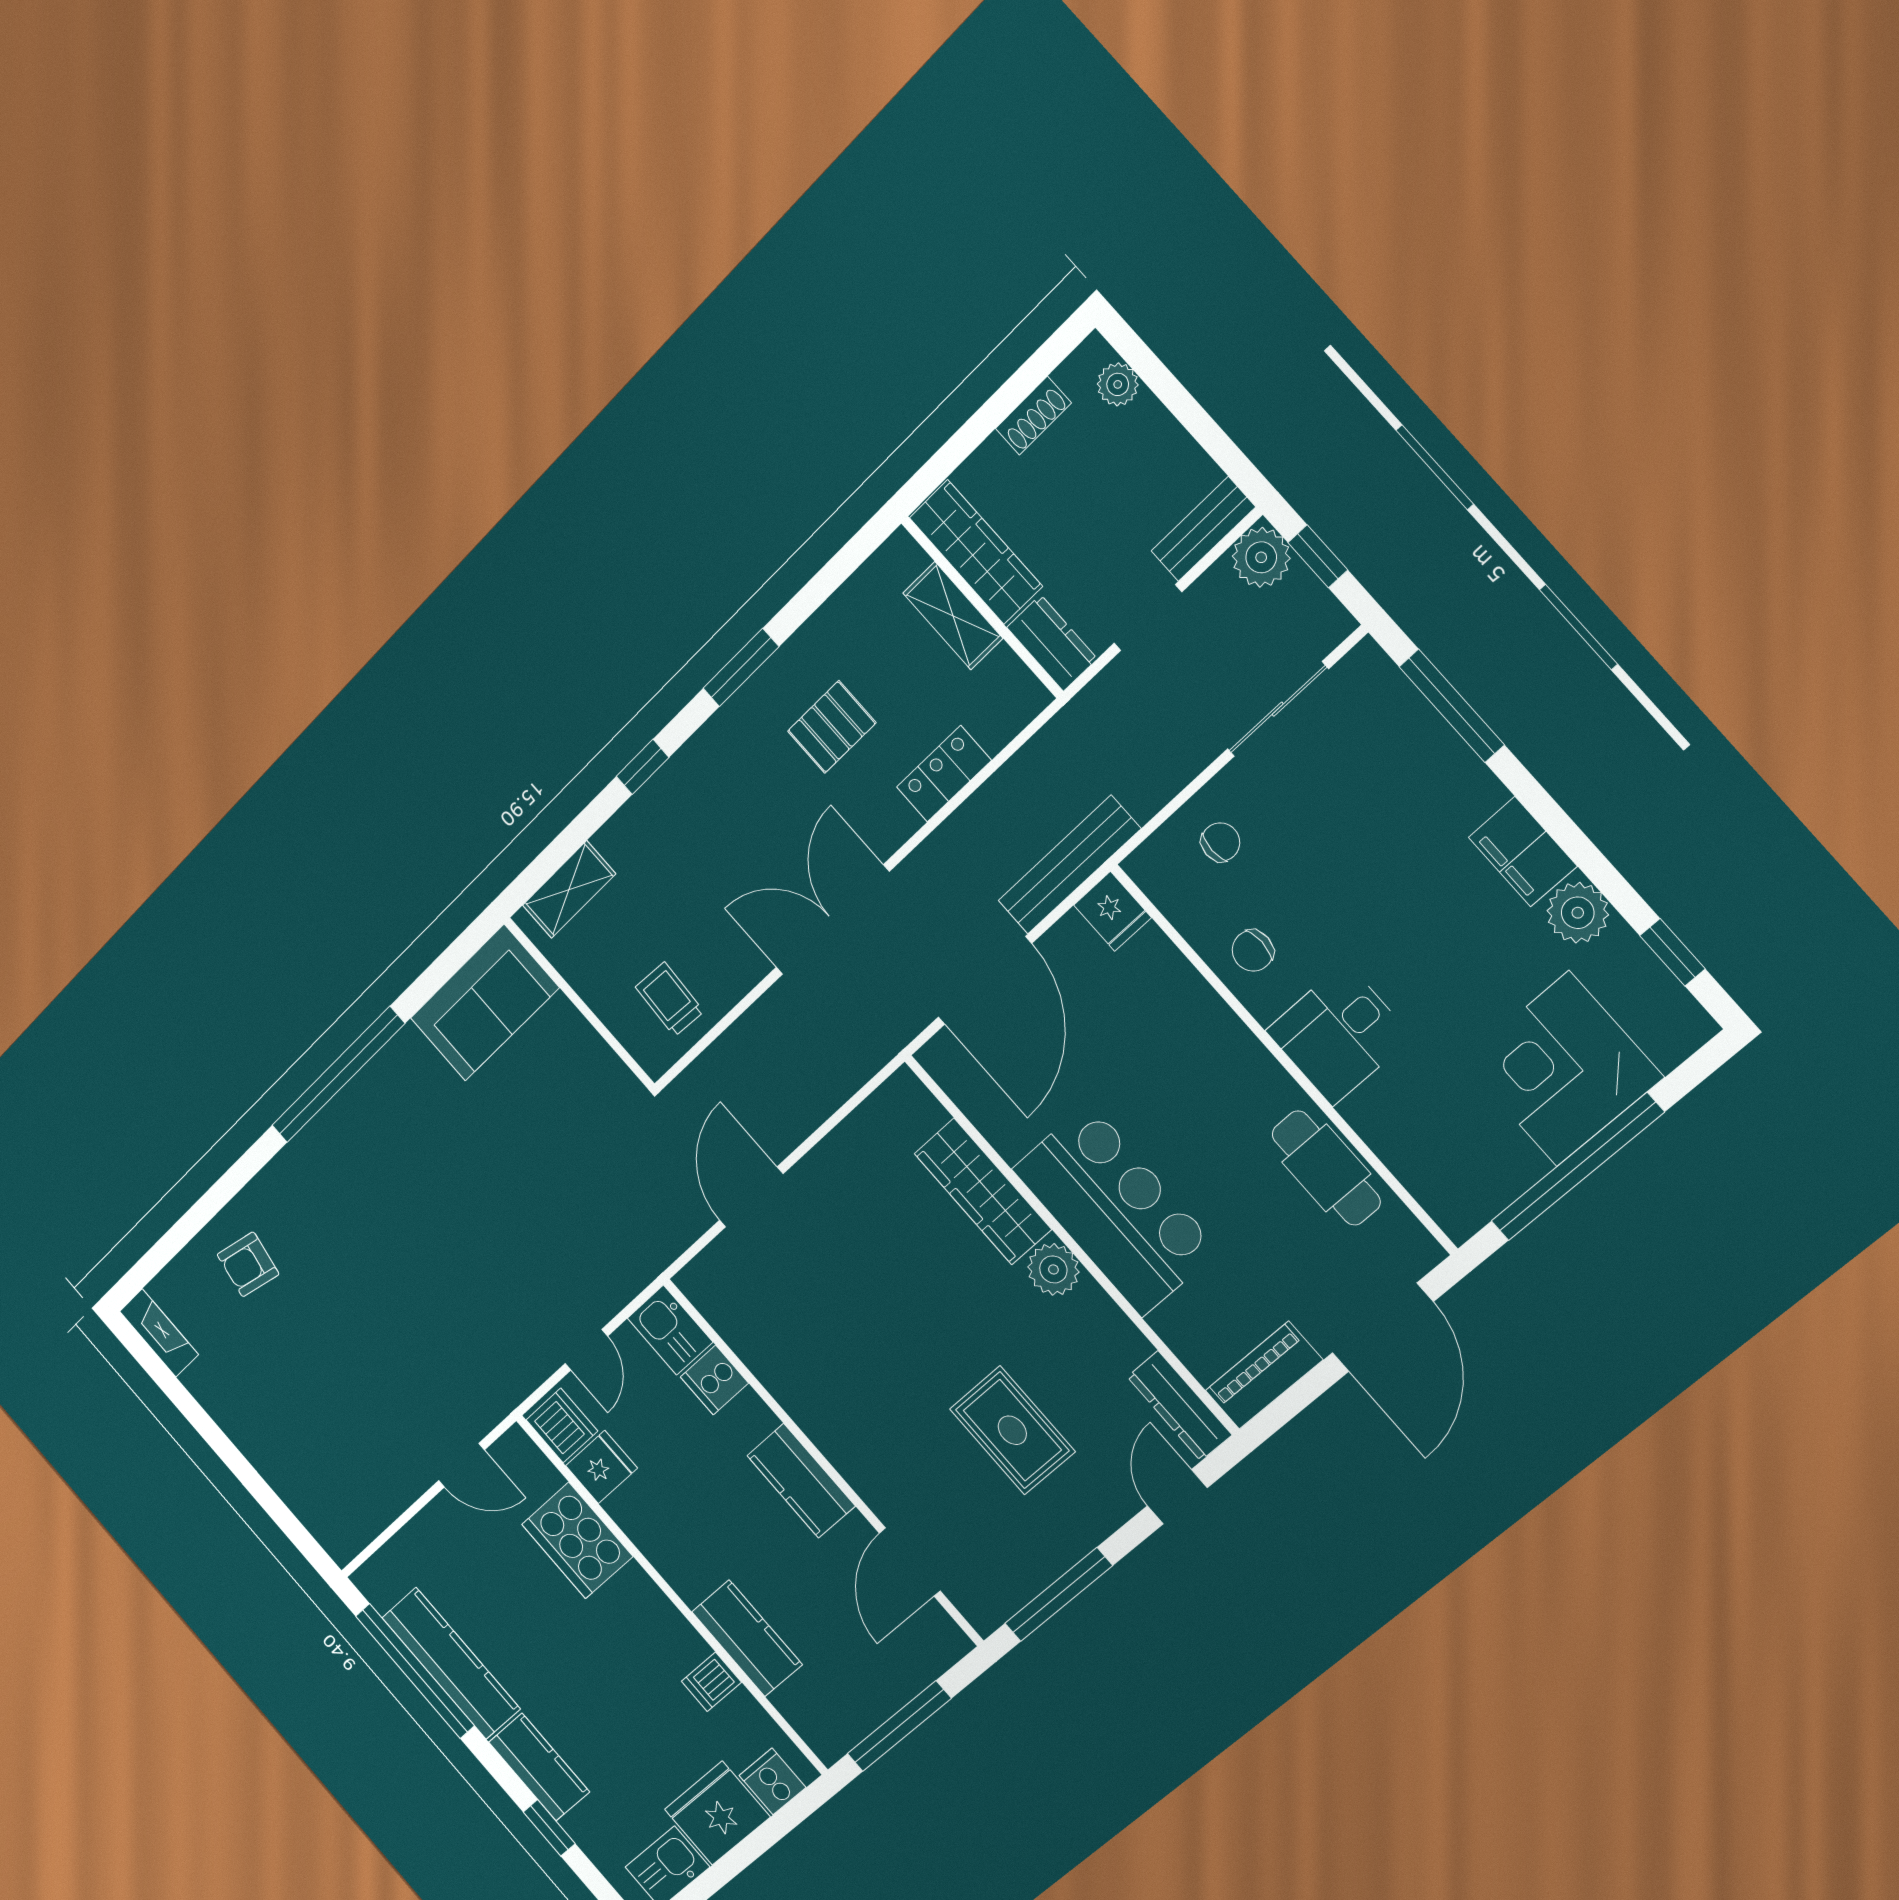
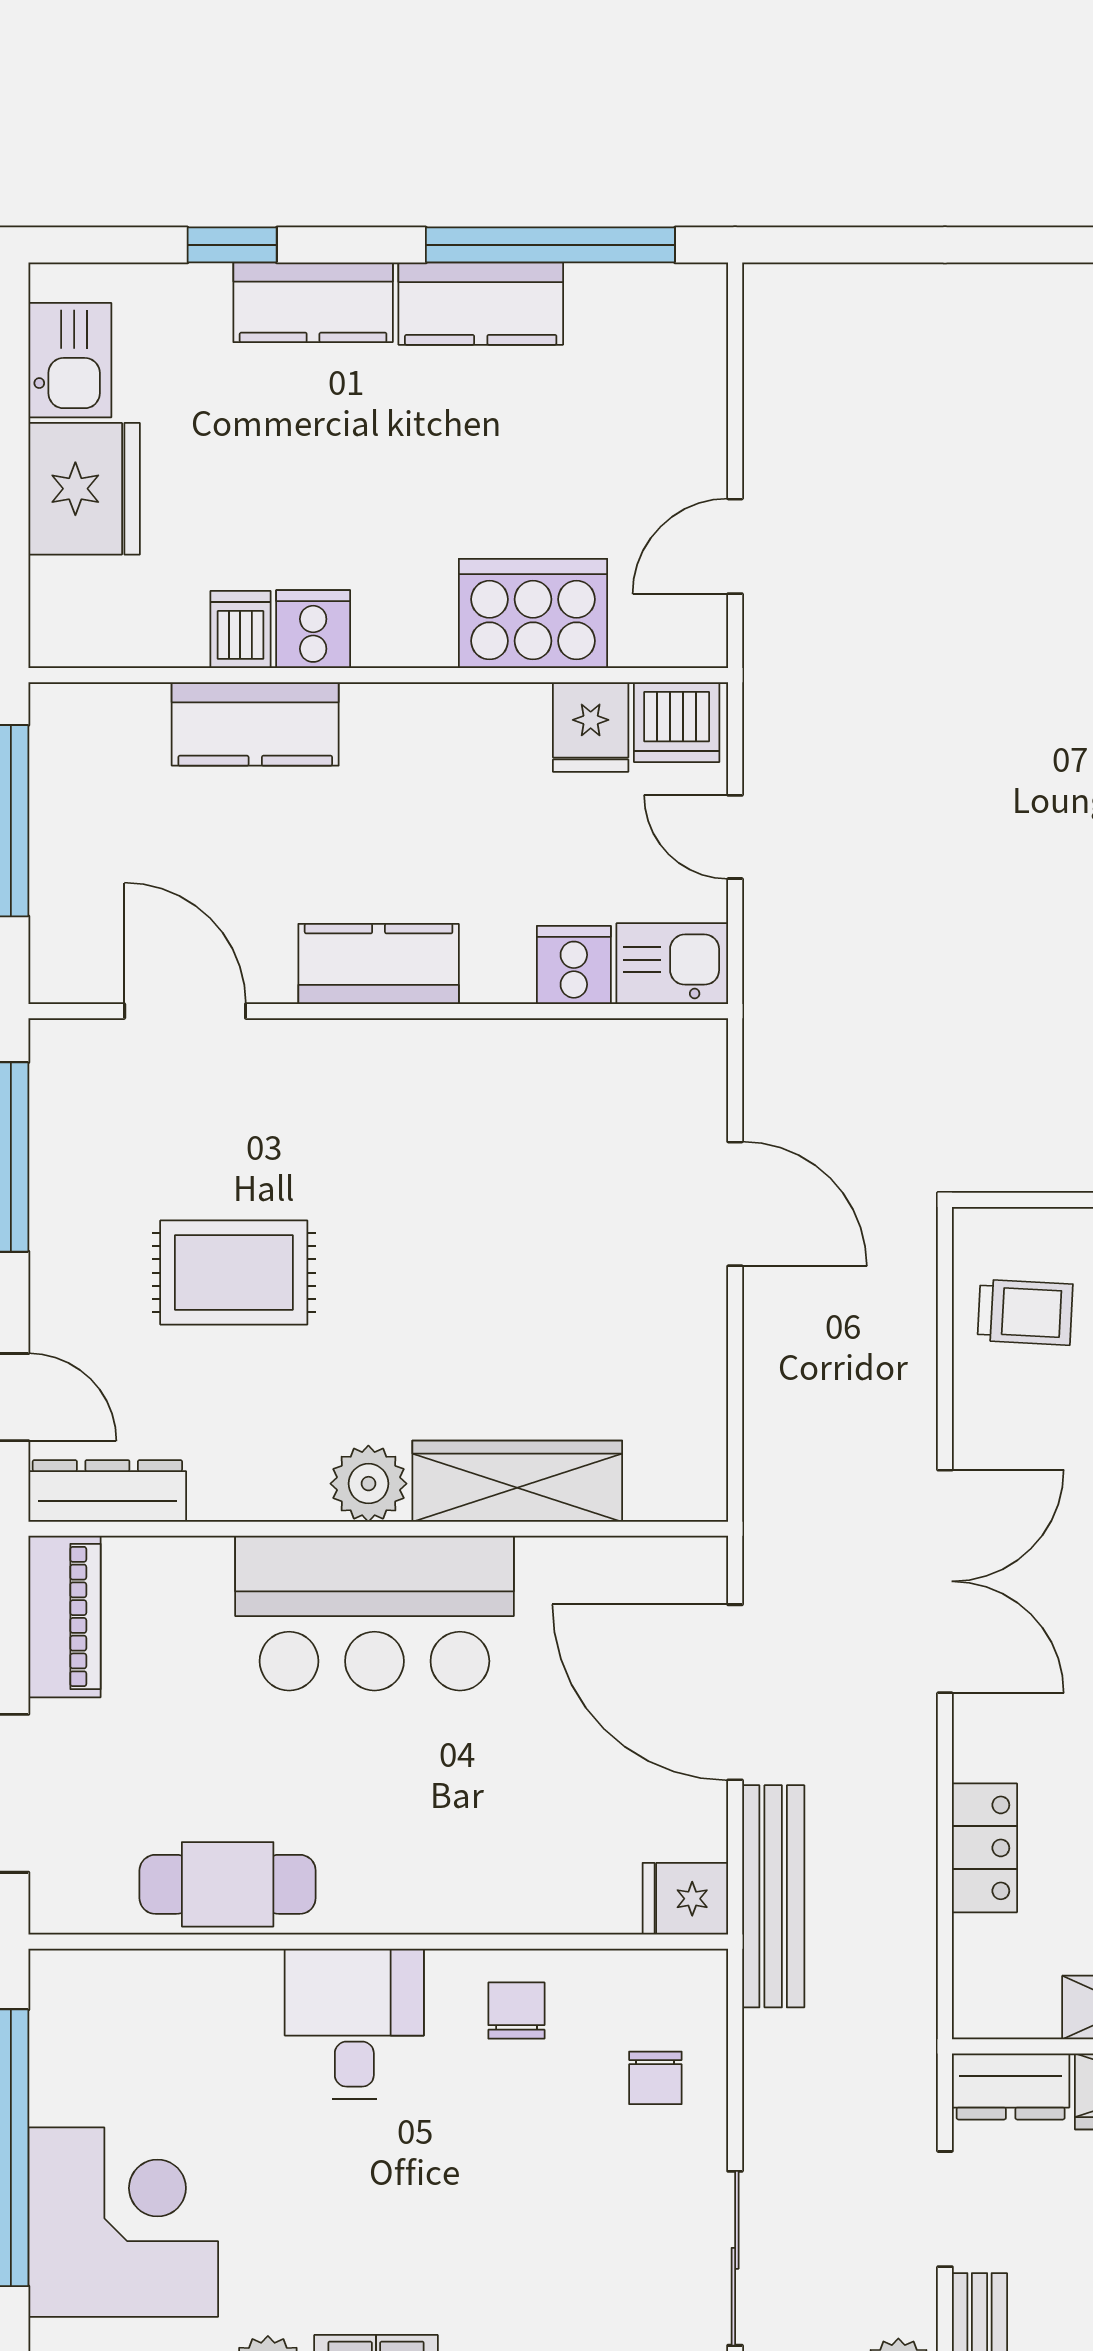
kitchen counter: (451, 1663) -> (481, 304), width x0.67
cooker: (773, 1781) -> (313, 629), moved, turned -90

